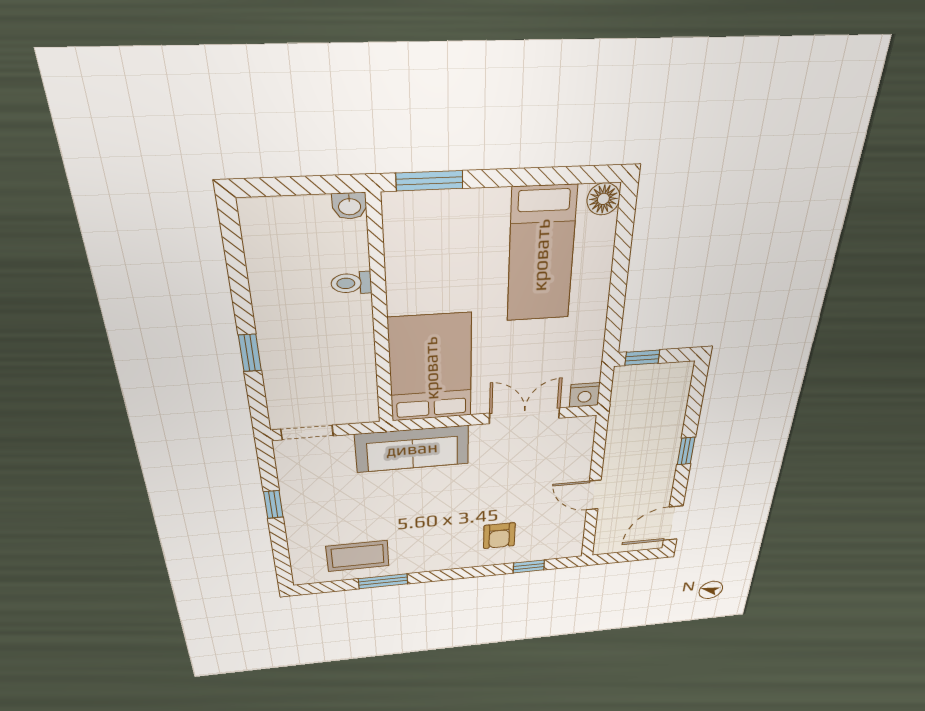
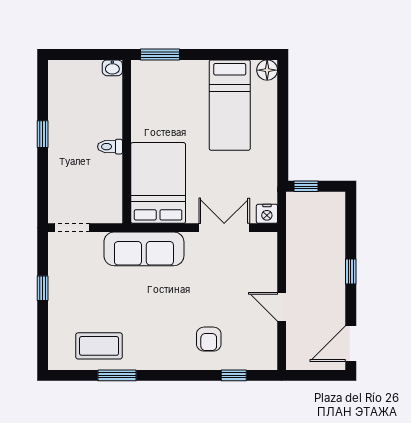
toilet: (351, 283) -> (110, 147), moved
window: (250, 353) -> (43, 134), moved

